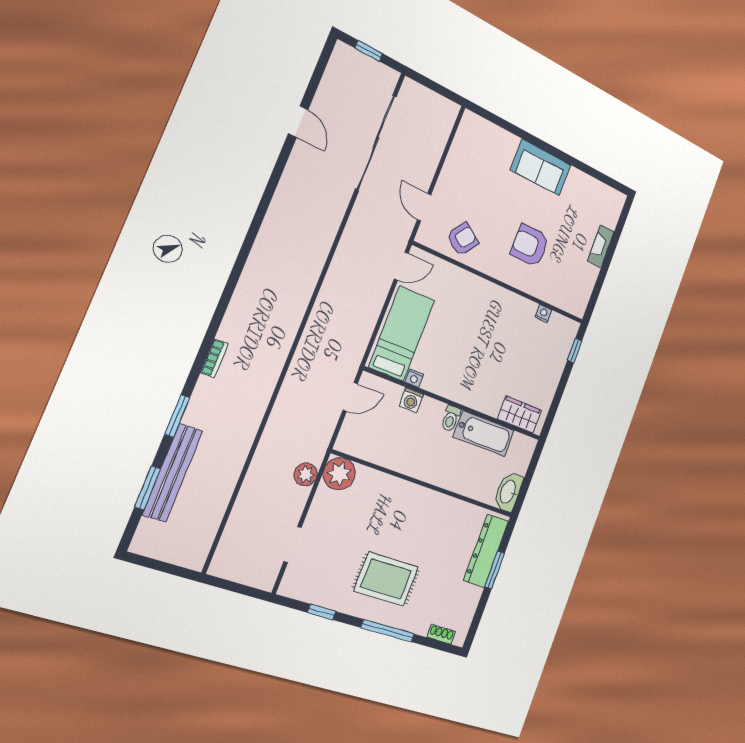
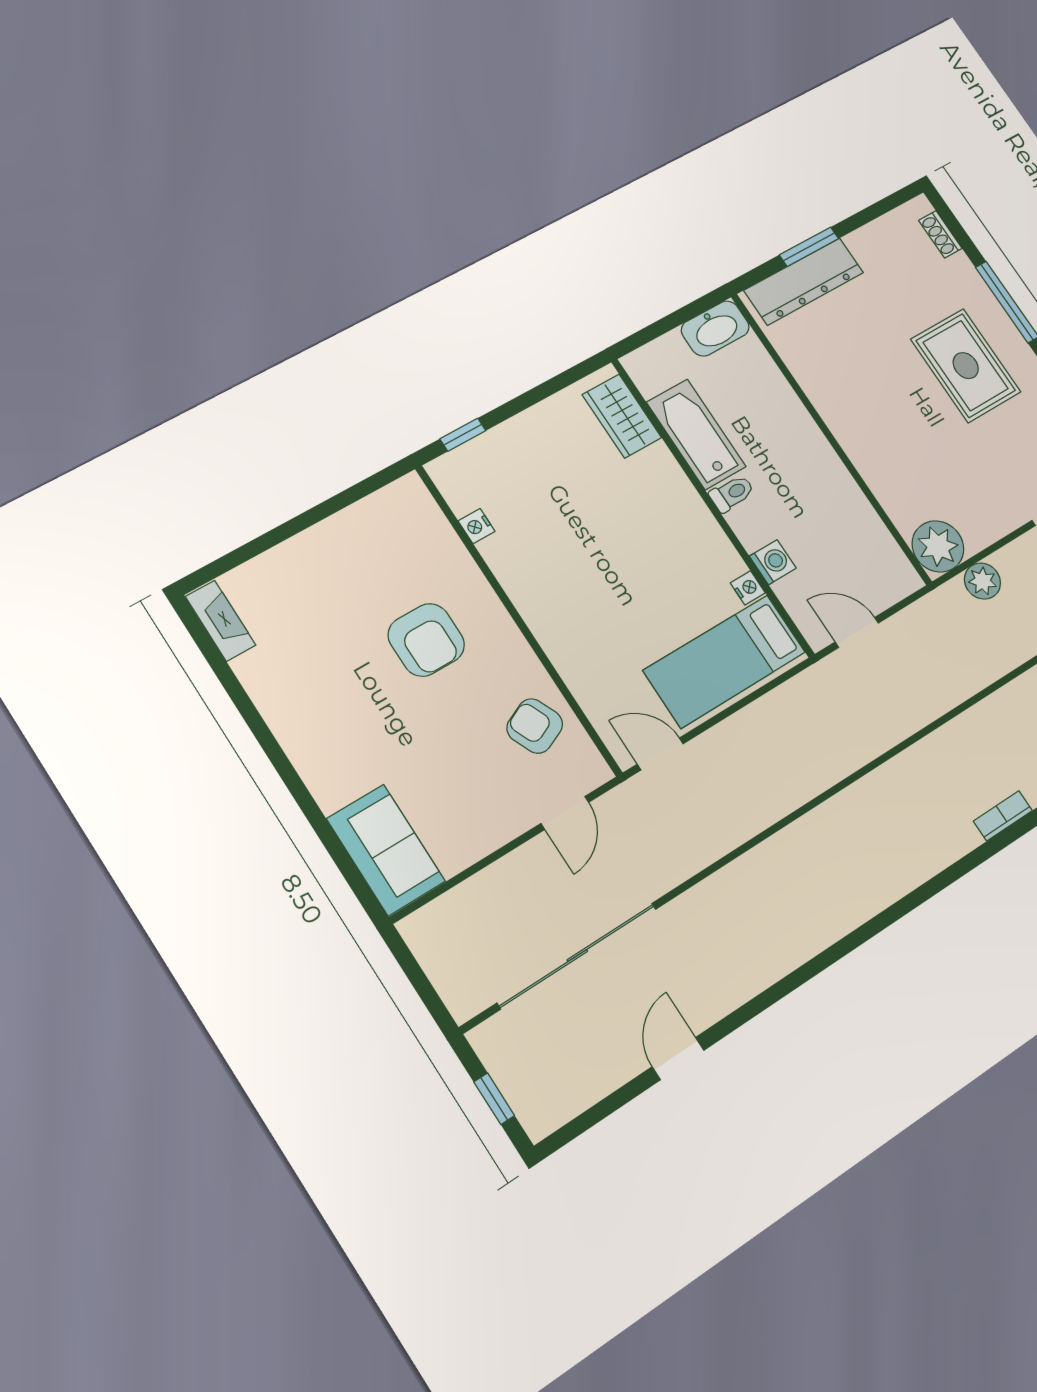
sofa: (541, 167) -> (386, 850), moved
armchair: (462, 239) -> (535, 726), turned 31
fireplace: (601, 246) -> (221, 621), moved, turned -90

